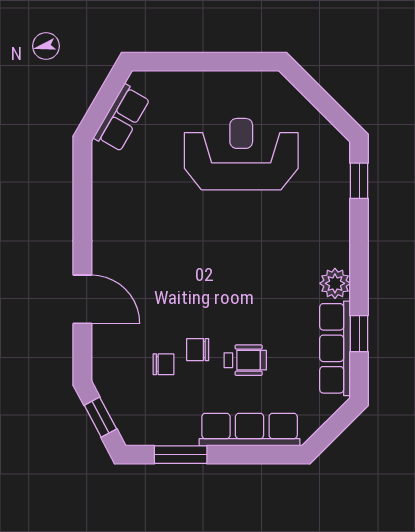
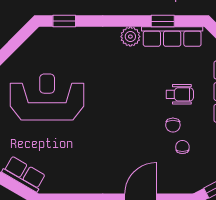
reception desk: (241, 154) -> (47, 97), turned 90
wheelchair: (245, 360) -> (180, 94), turned 90

